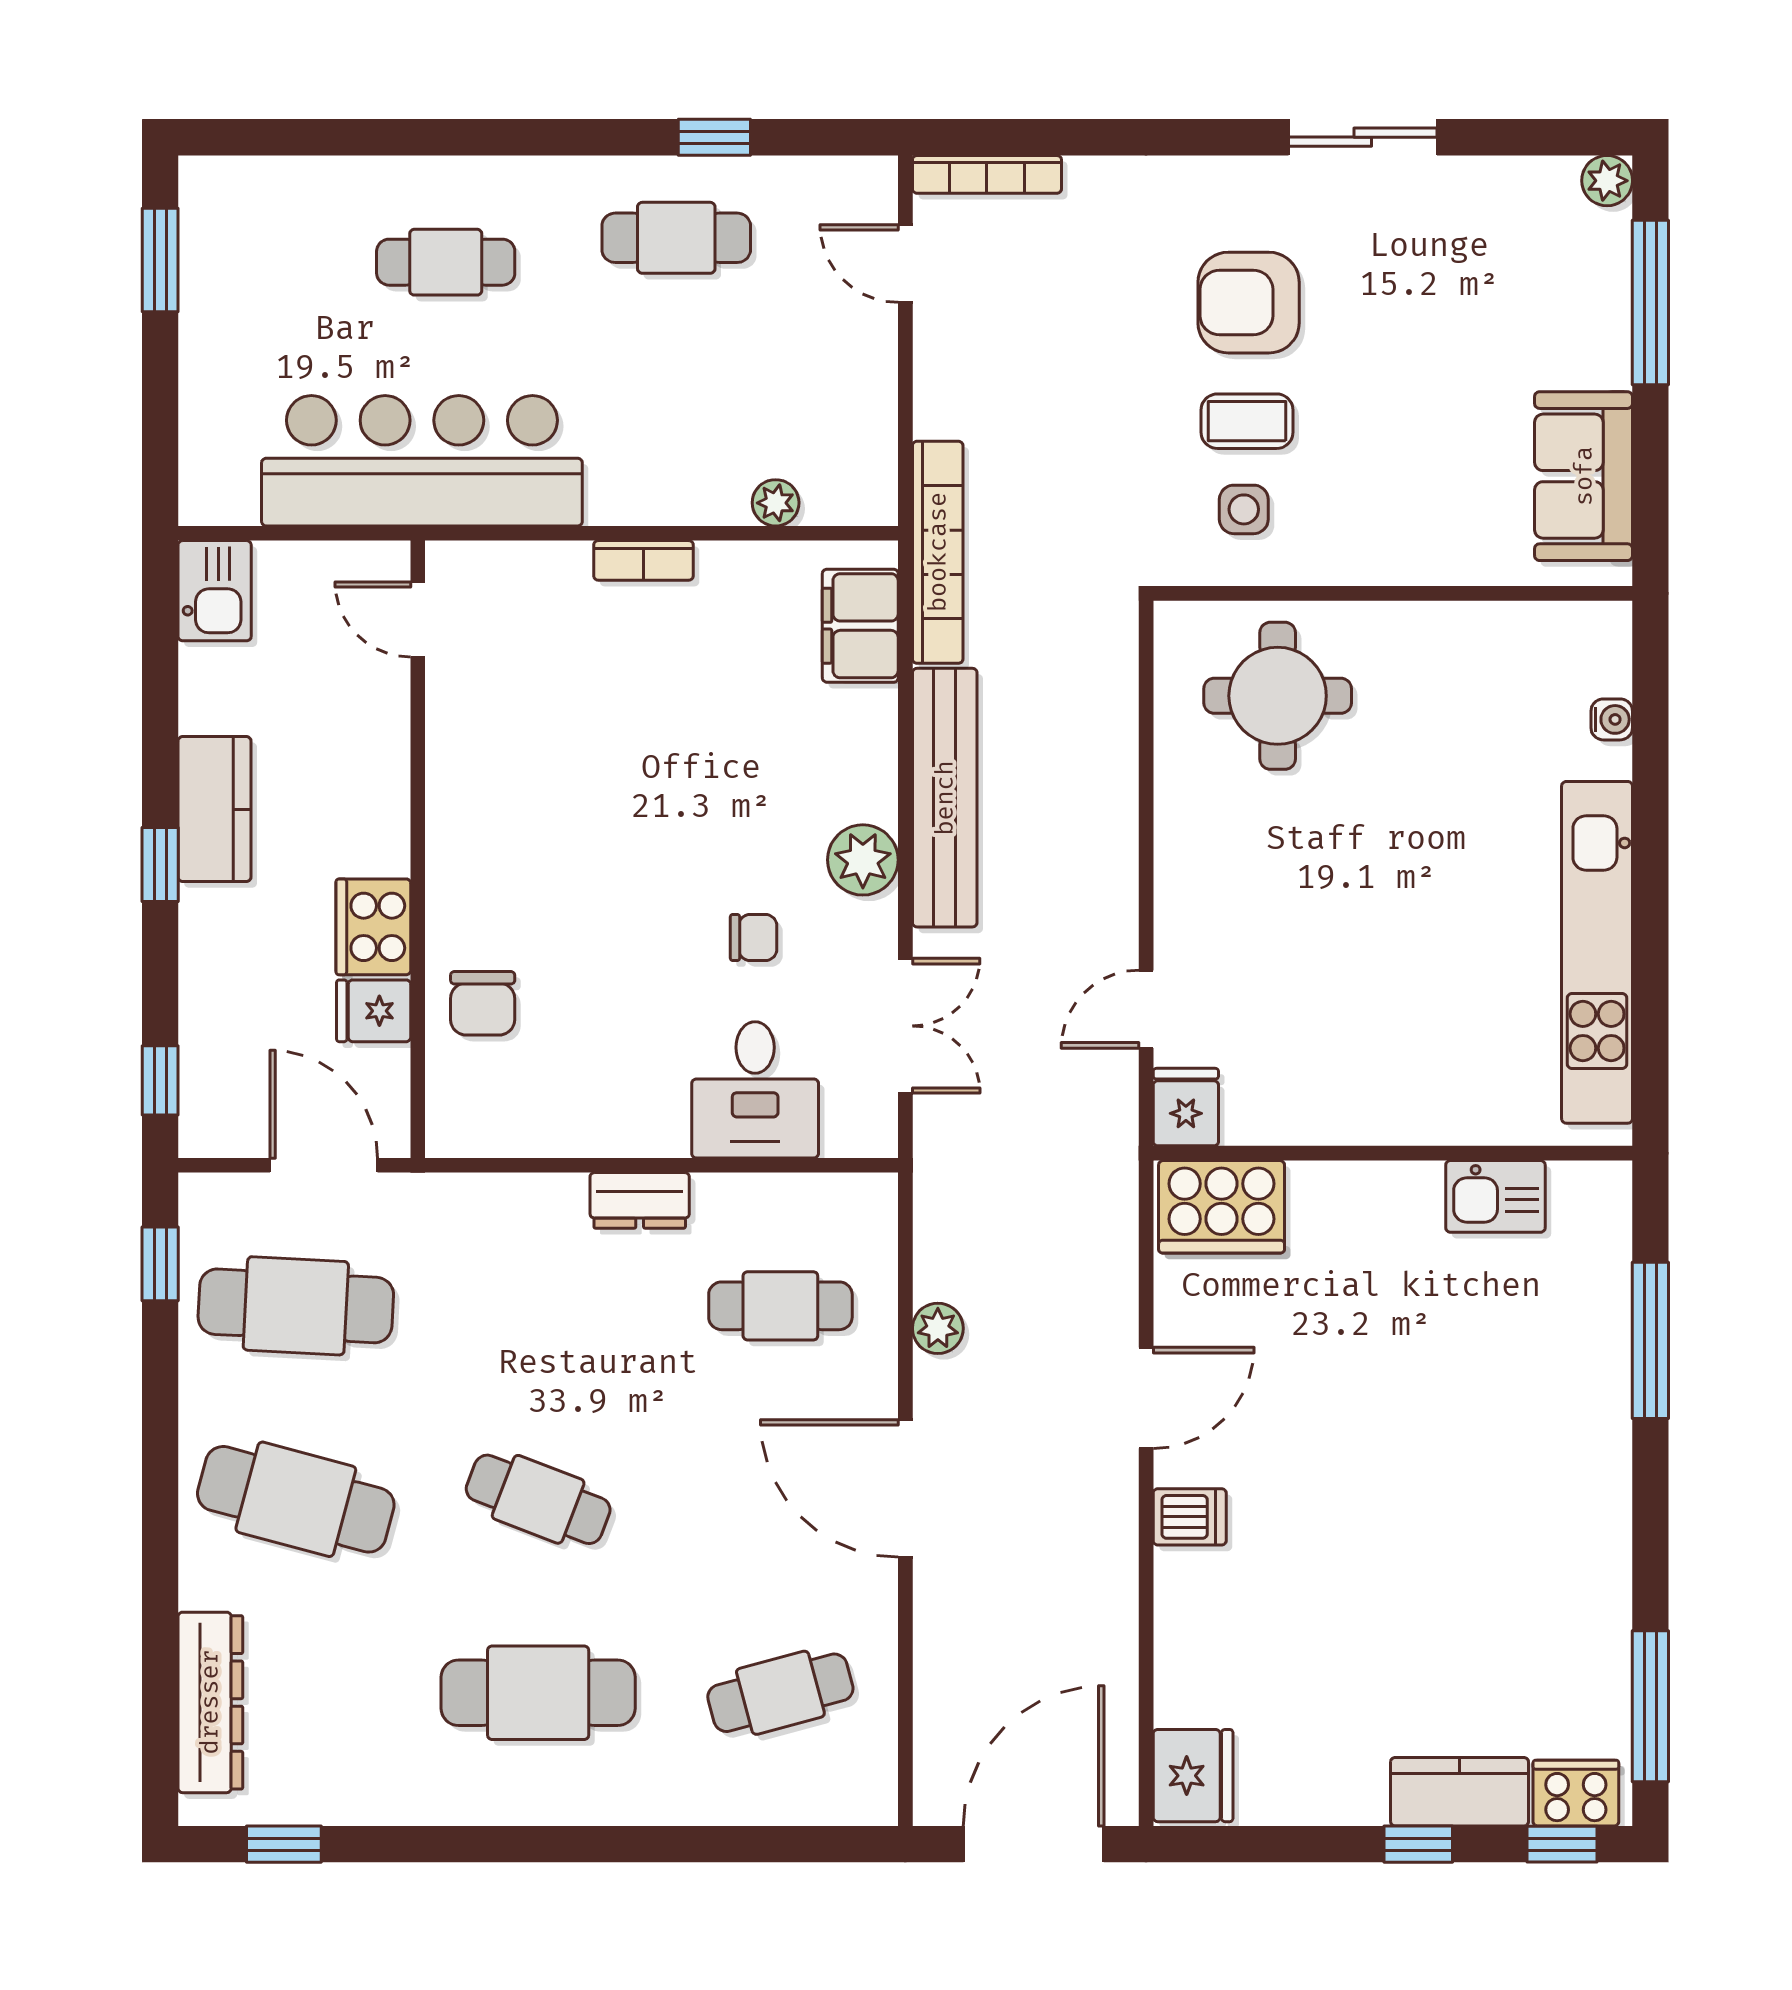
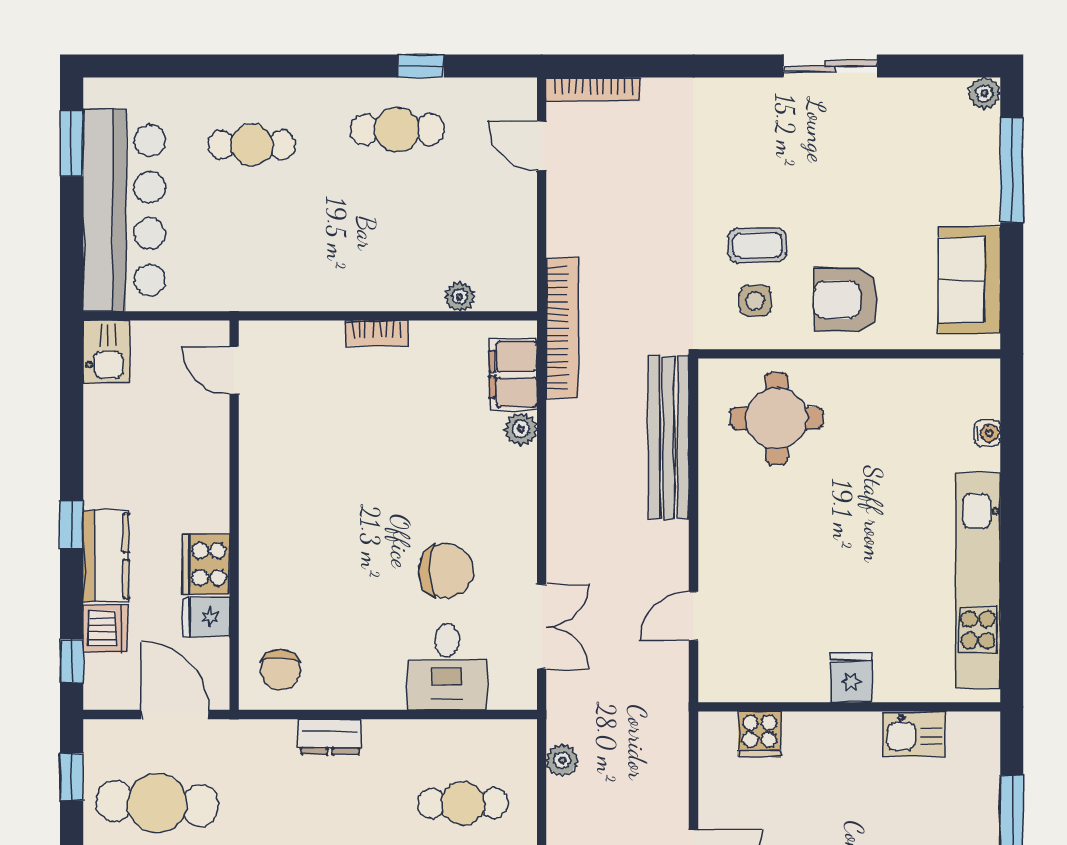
armchair: (1249, 303) -> (846, 300), moved
bar counter: (422, 461) -> (124, 210), moved, turned 90
bench: (945, 798) -> (669, 438), moved
kitchen counter: (215, 809) -> (106, 556), moved
plant: (863, 860) -> (521, 429), moved, width x0.73, depth x0.73
chair: (754, 938) -> (446, 571), width x1.87, depth x1.87
chair: (483, 1003) -> (280, 670), moved
dishwasher: (213, 1029) -> (105, 629), added
fridge: (1186, 1107) -> (851, 678), moved
dresser: (640, 1200) -> (330, 737), moved
cooker: (1222, 1207) -> (760, 734), width x0.53, depth x0.76
plant: (938, 1328) -> (562, 760), moved

